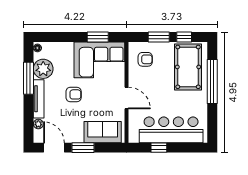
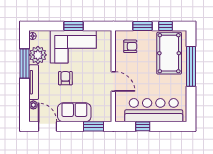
window: (98, 37) -> (73, 26), moved
corner sofa: (99, 60) -> (73, 47), moved
armchair: (74, 94) -> (65, 78), turned -90
sofa: (103, 132) -> (74, 112), moved
window: (83, 148) -> (93, 126), moved

